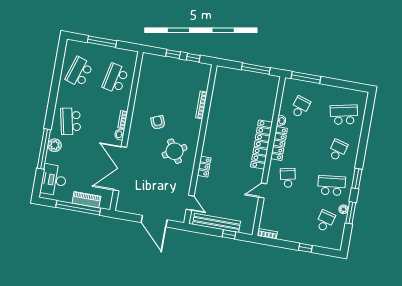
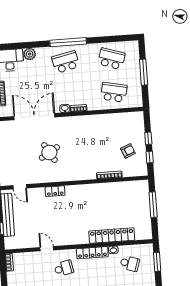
window: (256, 69) -> (153, 205), moved
window: (306, 78) -> (157, 262), width x0.69
armchair: (158, 122) -> (128, 151), moved
plant: (55, 145) -> (30, 54), moved
locker: (261, 145) -> (112, 236), moved
window: (44, 149) -> (68, 42), moved
round table: (175, 151) -> (49, 152), moved
door: (190, 203) -> (20, 187), hinge flipped

